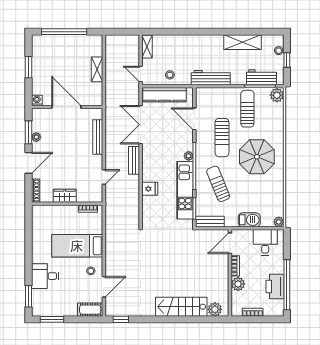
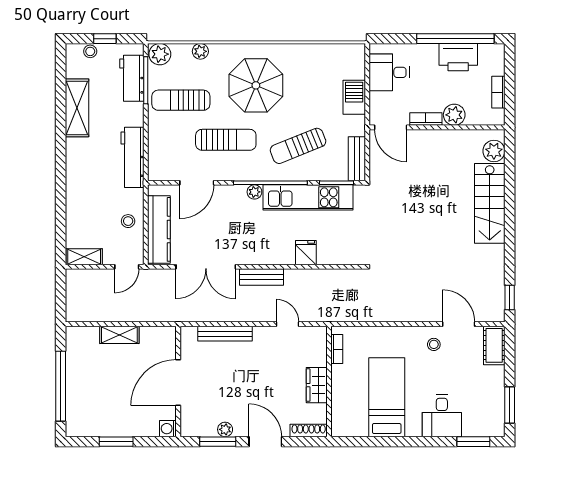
plant: (279, 222) -> (200, 51), moved
bed: (77, 246) -> (387, 397), moved, turned 180

